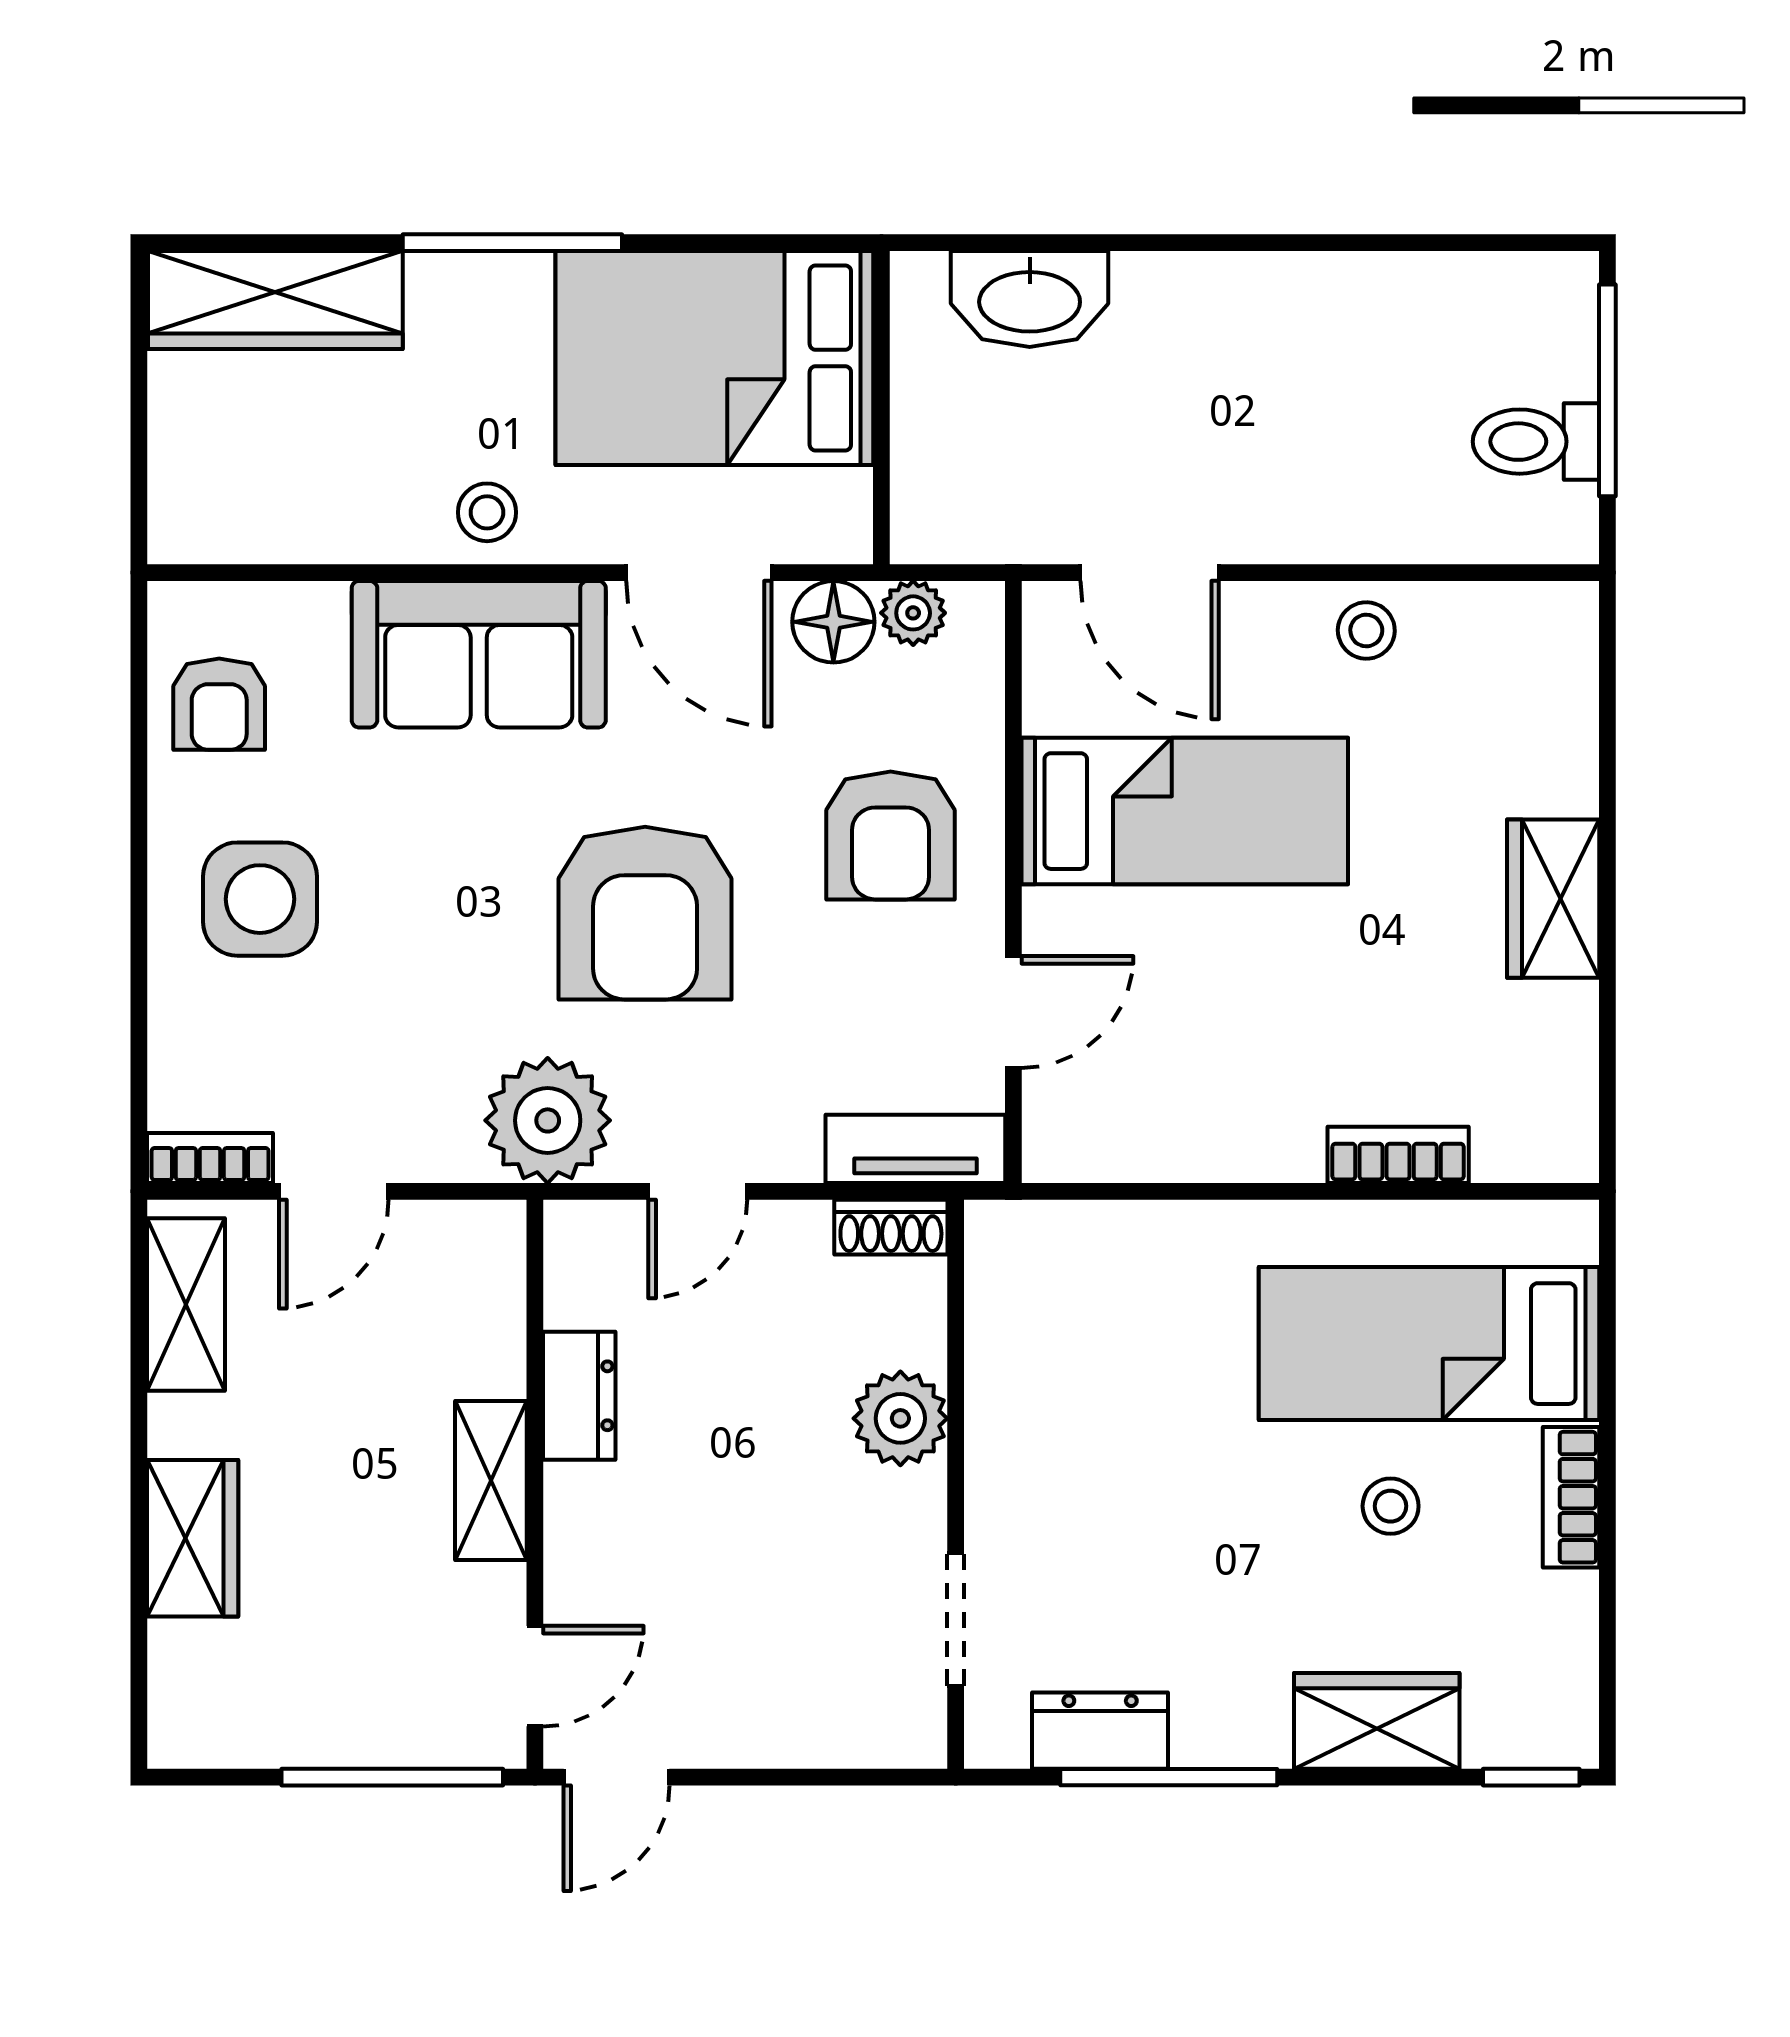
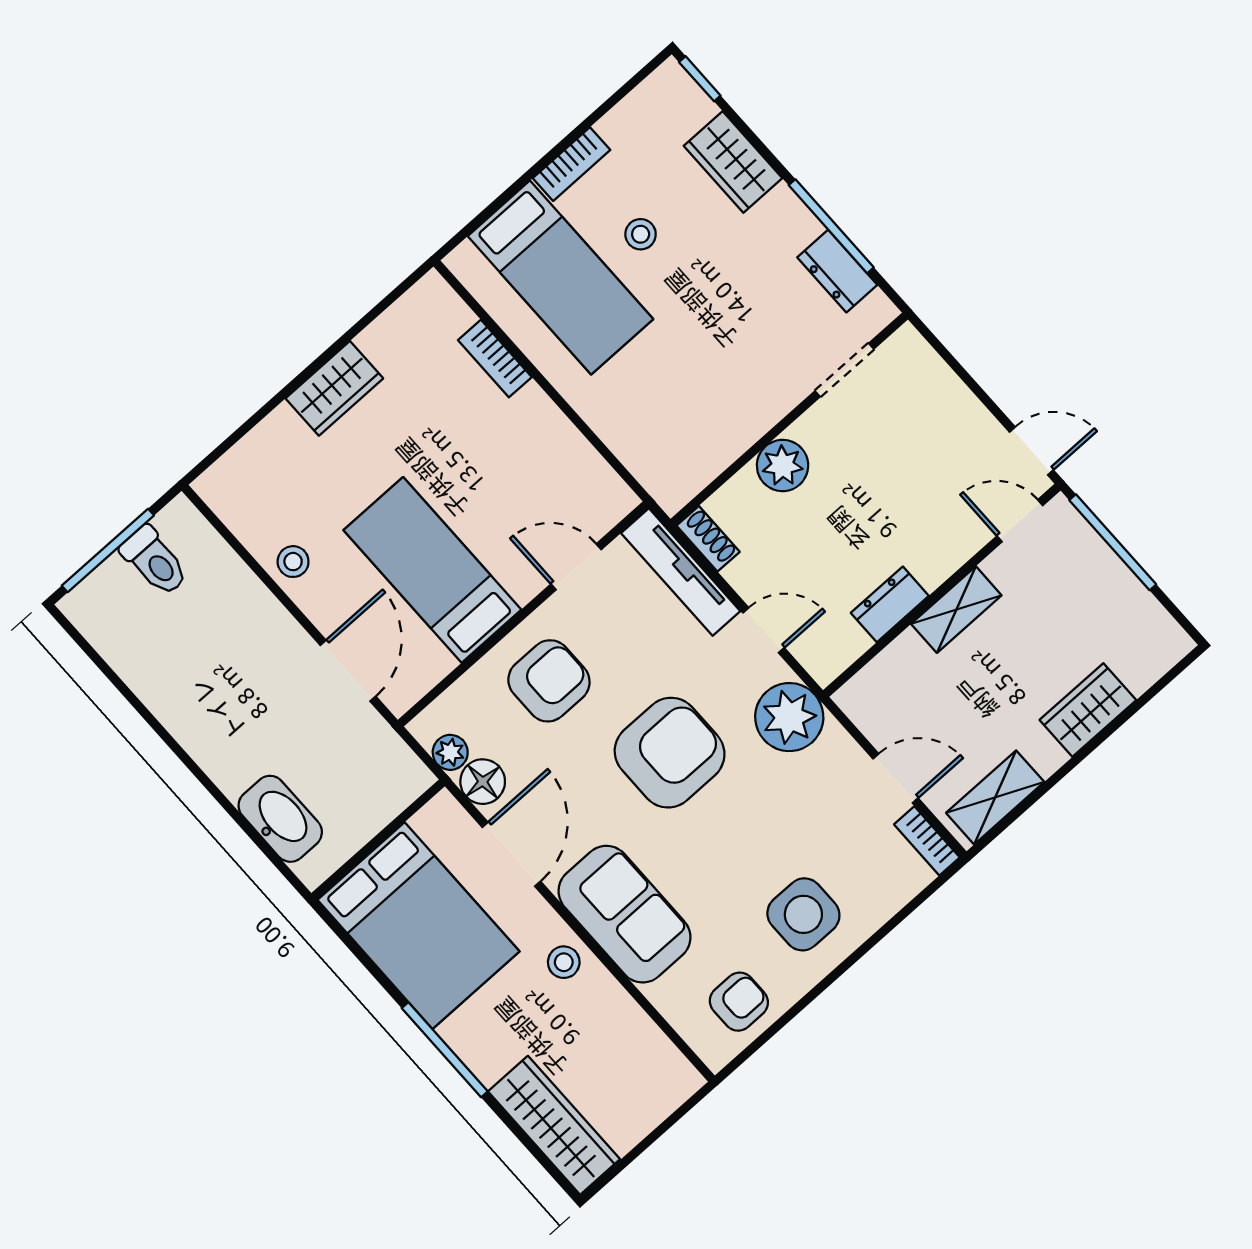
tv unit: (915, 1149) -> (681, 572), width x1.41

